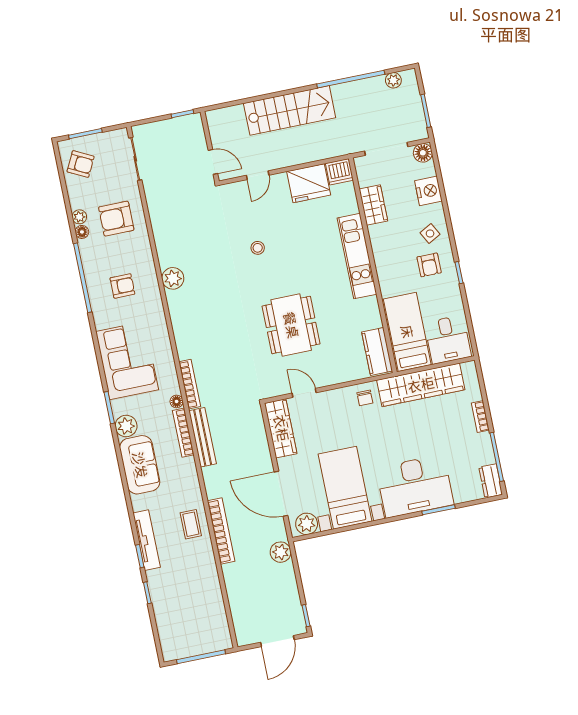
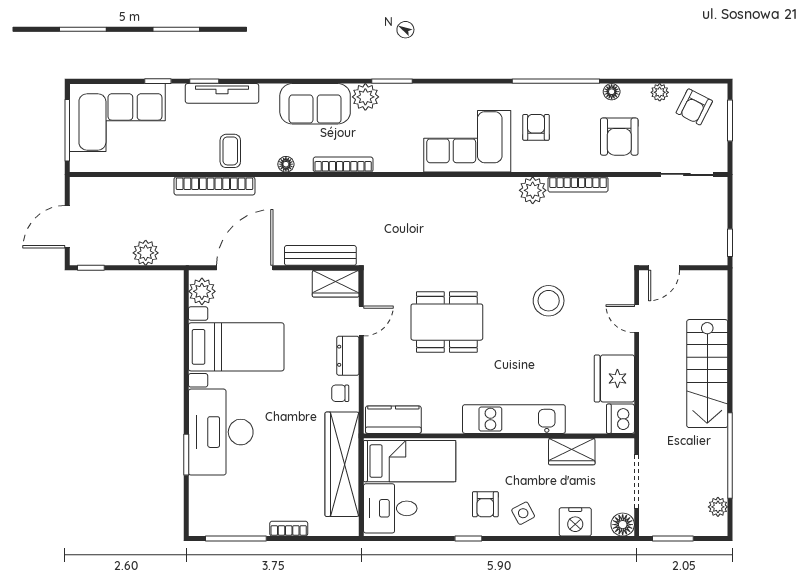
plant: (79, 217) -> (660, 92), moved
armchair: (116, 219) -> (619, 137), turned 180
stool: (258, 248) -> (549, 301), width x1.89, depth x1.89
armchair: (429, 265) -> (485, 504), turned -90
armchair: (122, 286) -> (536, 127), turned 180
corner sofa: (127, 361) -> (467, 141), moved, turned 180
bookcase: (190, 384) -> (578, 184), moved
floor lamp: (177, 401) -> (286, 164), moved
wardrobe: (281, 428) -> (336, 284), width x0.67
bench: (203, 437) -> (320, 255), moved
dresser: (491, 481) -> (348, 356), moved, turned -90
coffee table: (191, 524) -> (230, 151), turned 90
plant: (281, 552) -> (146, 253), moved
corner sofa: (183, 619) -> (117, 118), added
door: (277, 641) -> (67, 227), hinge flipped

